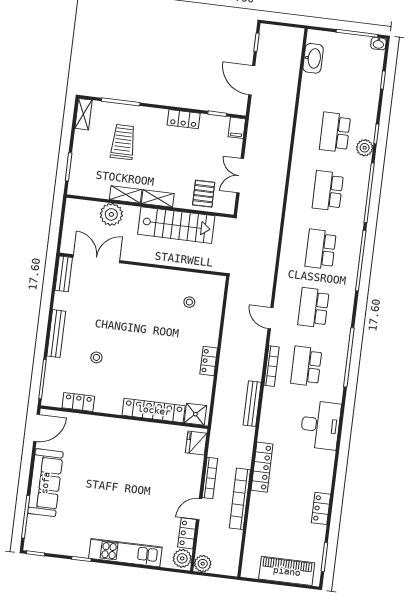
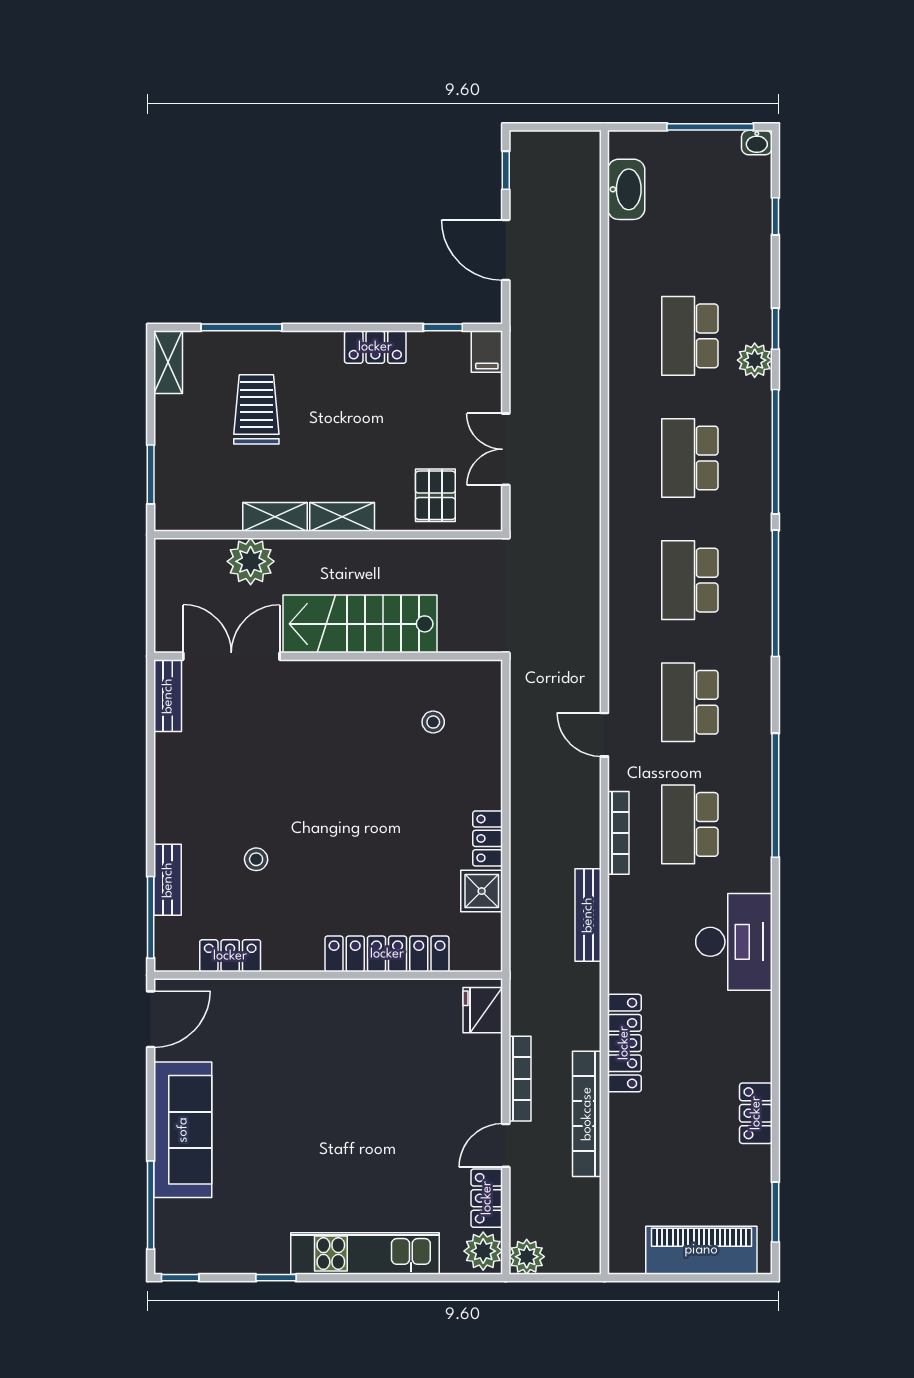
stairs: (176, 225) -> (360, 624), moved, turned 180
bench: (56, 334) -> (168, 880), moved, width x0.73
shower: (195, 414) -> (482, 891), moved

